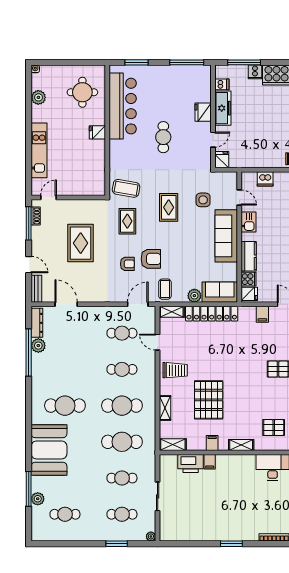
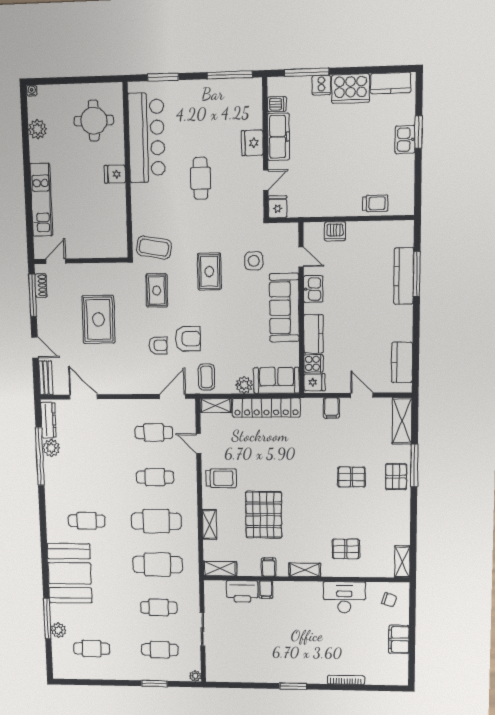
cafe table: (65, 406) -> (87, 521), width x0.73, depth x0.74

